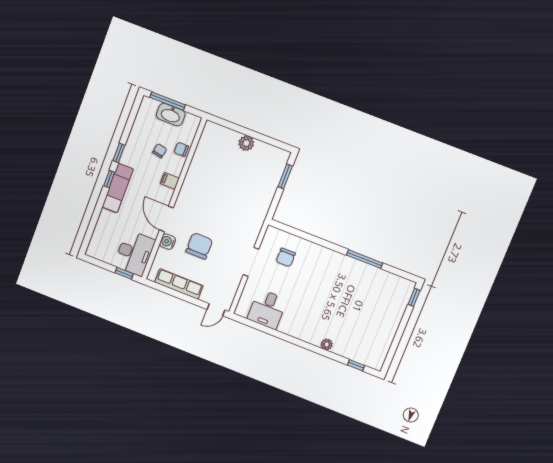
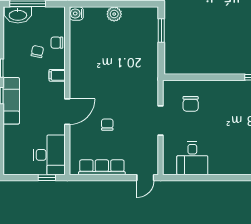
washbasin: (171, 115) -> (18, 15), moved
door: (166, 219) -> (67, 112), swing flipped
water cooler: (168, 242) -> (76, 13), moved
chair: (199, 246) -> (107, 125), width x0.54, depth x0.54

